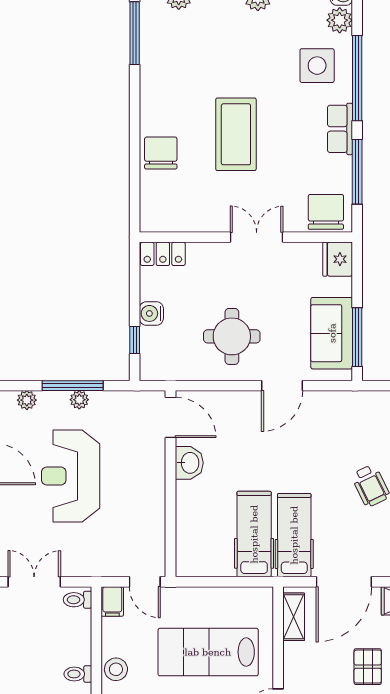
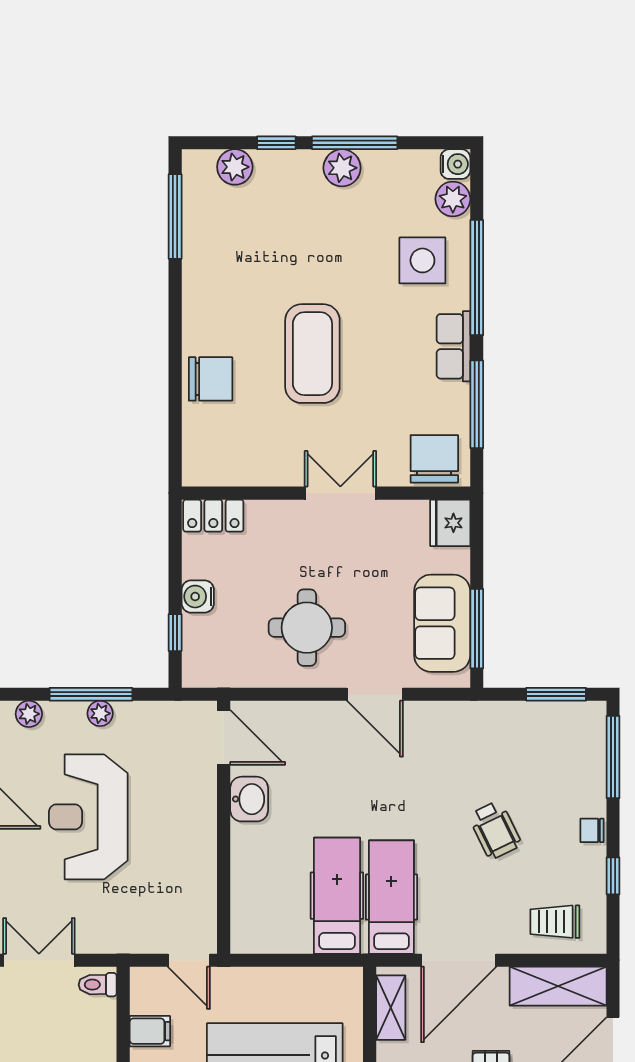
chair: (161, 153) -> (211, 379), turned 90
door: (282, 386) -> (375, 694), hinge flipped
filing cabinet: (112, 601) -> (150, 1031), moved, turned -90

